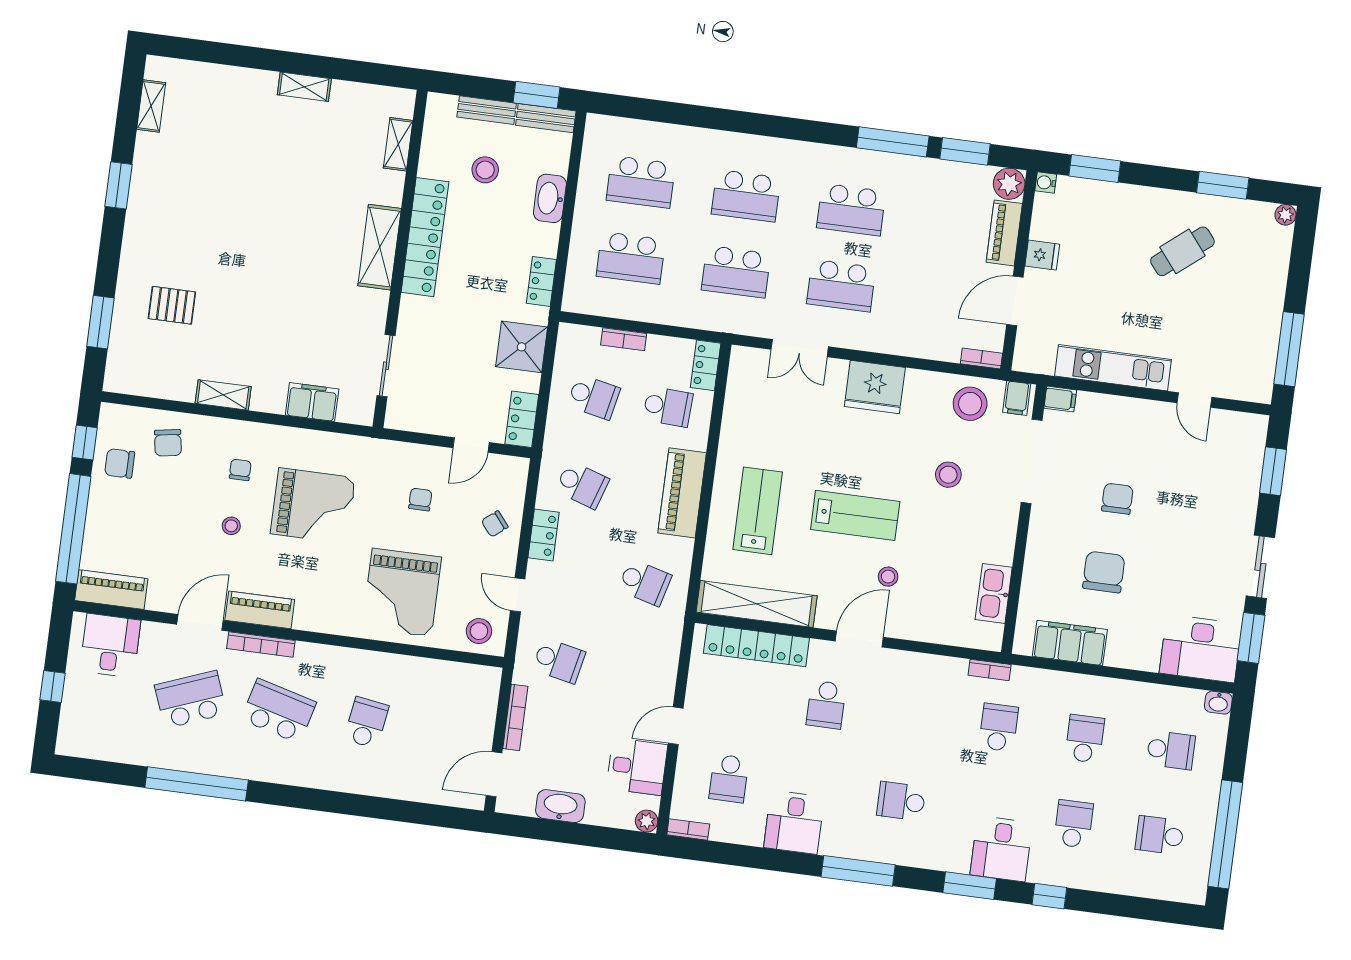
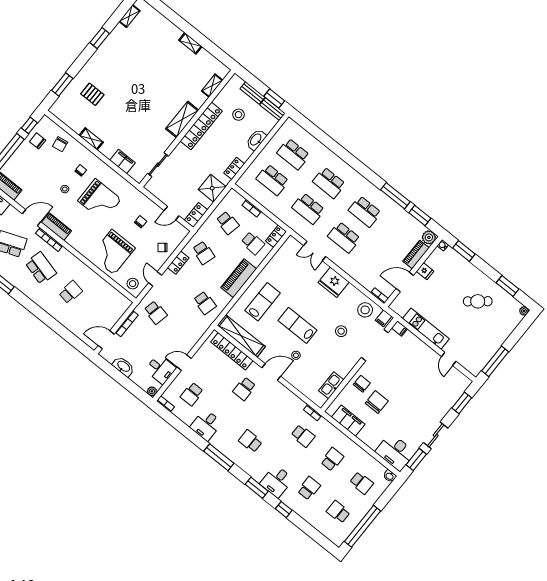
chair: (1117, 499) -> (362, 384), moved
lab bench: (855, 515) -> (298, 325), turned 180
school desk: (999, 727) -> (303, 436), turned 90

